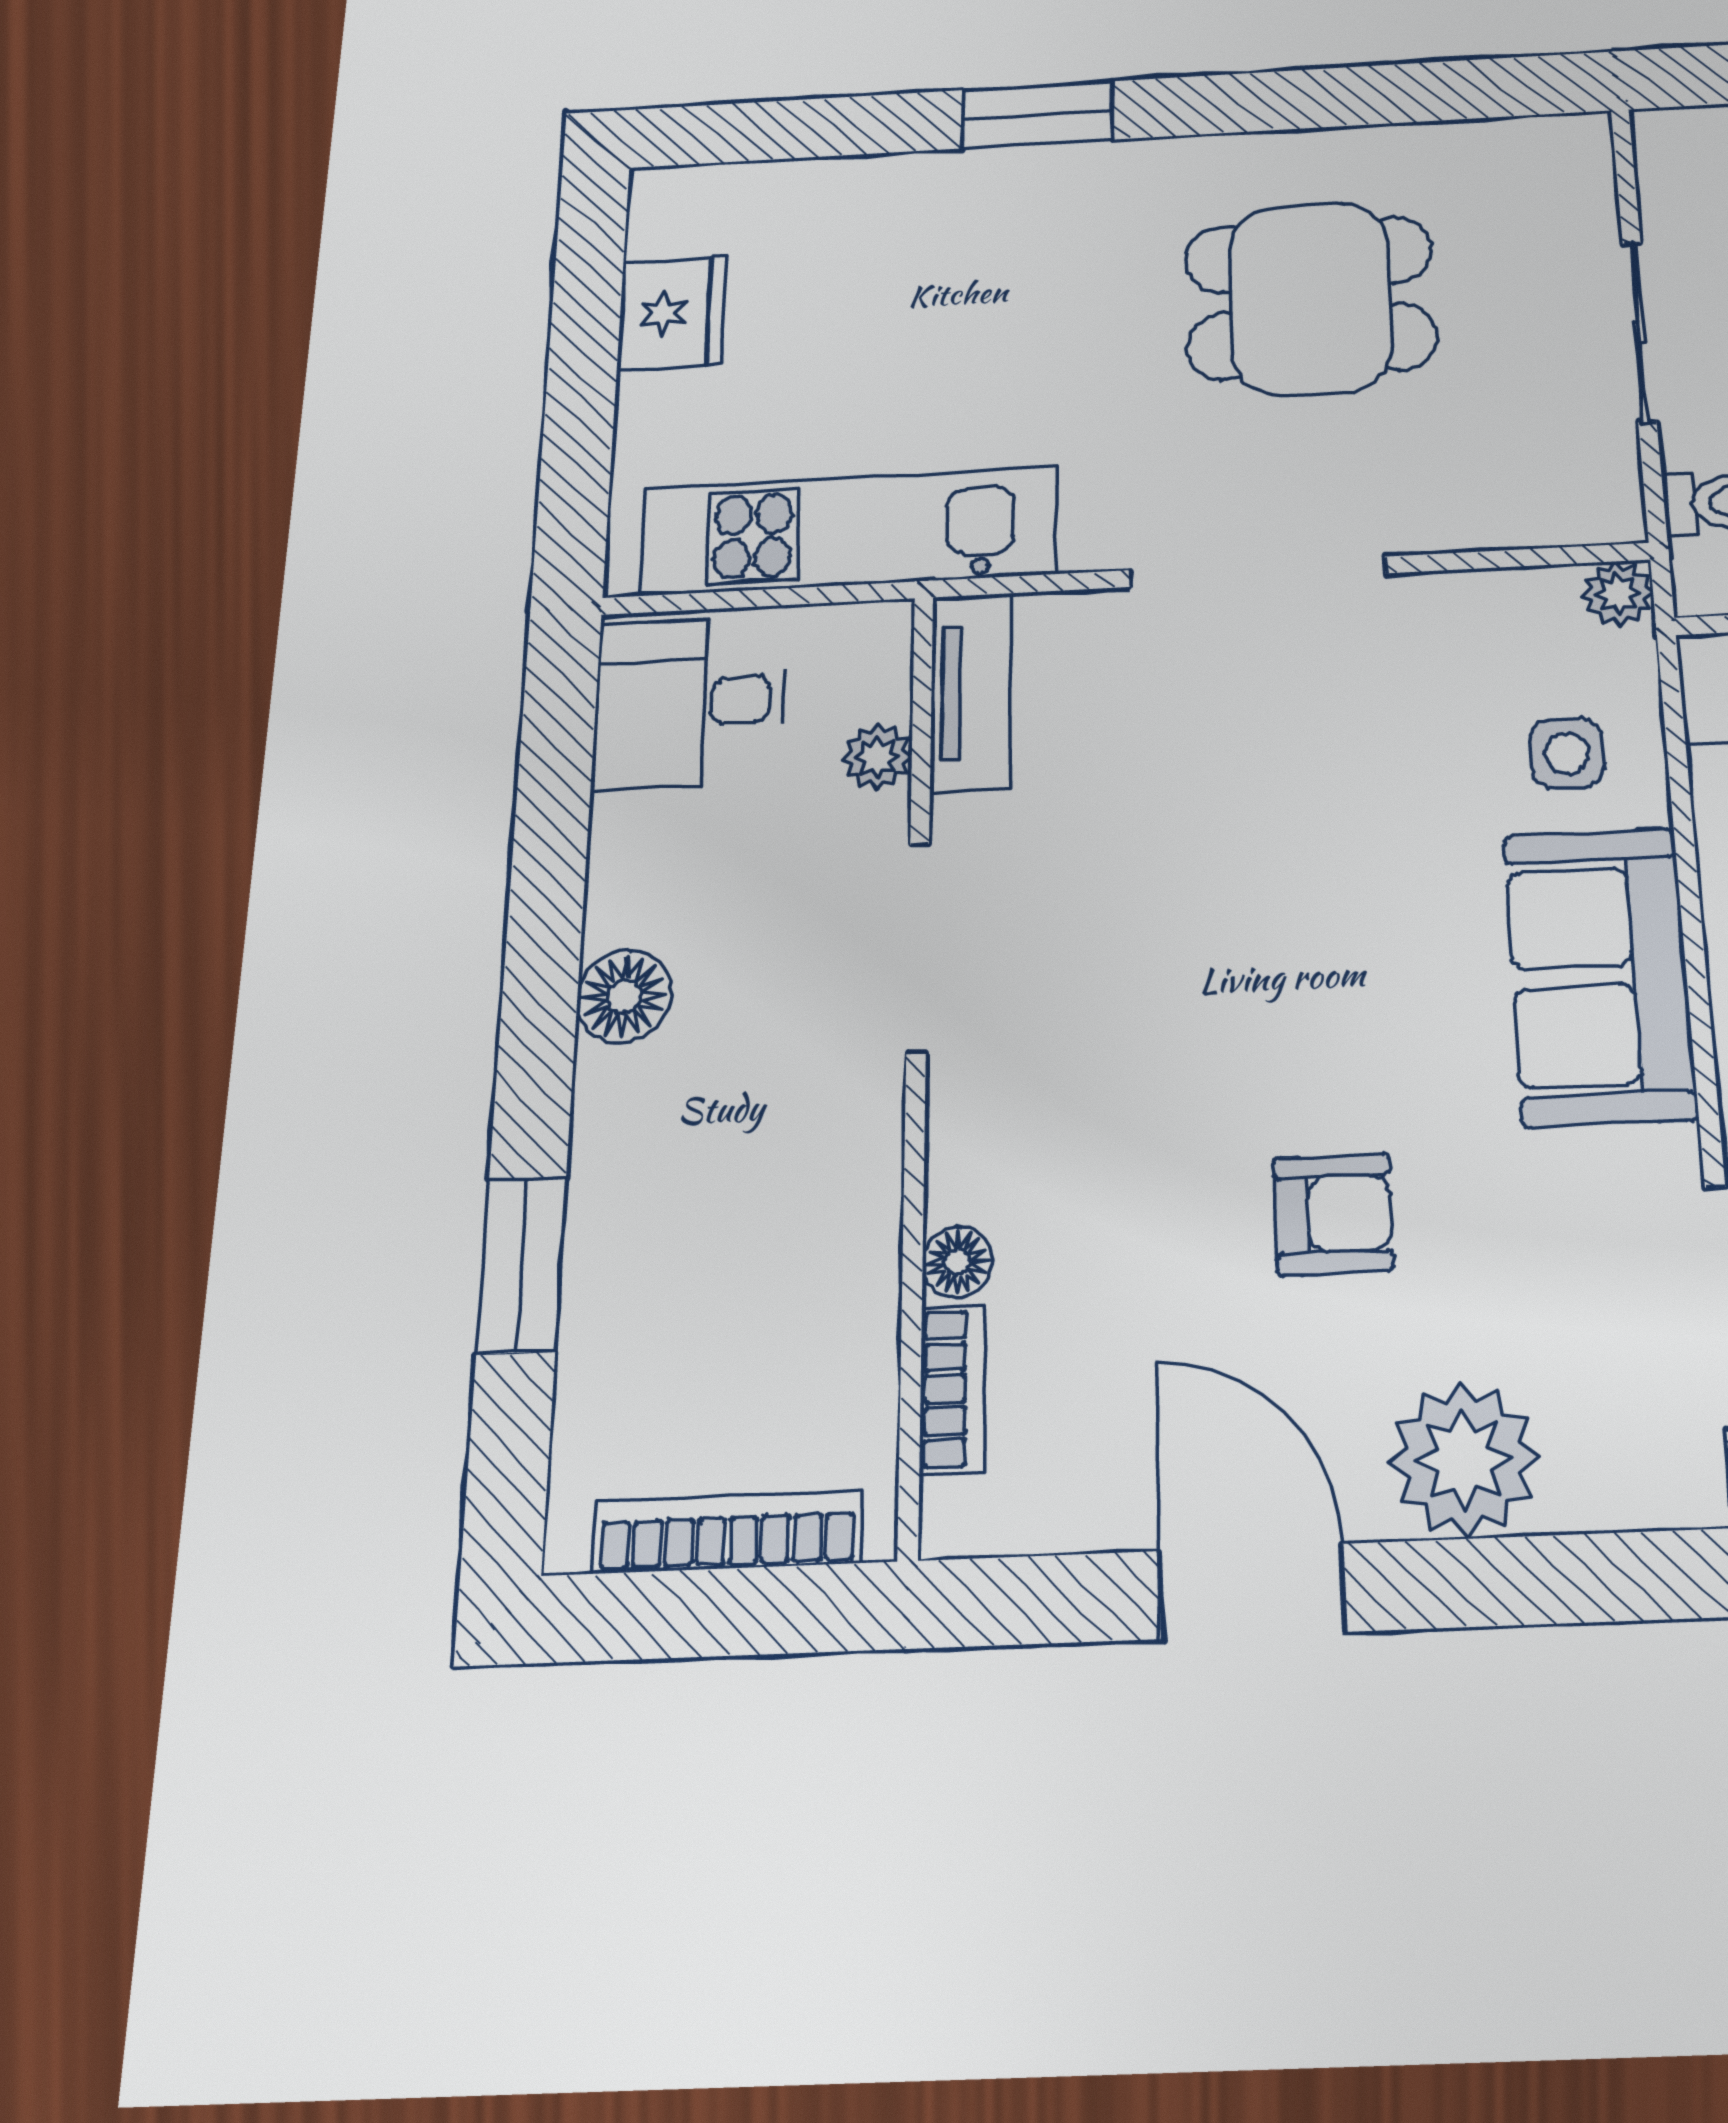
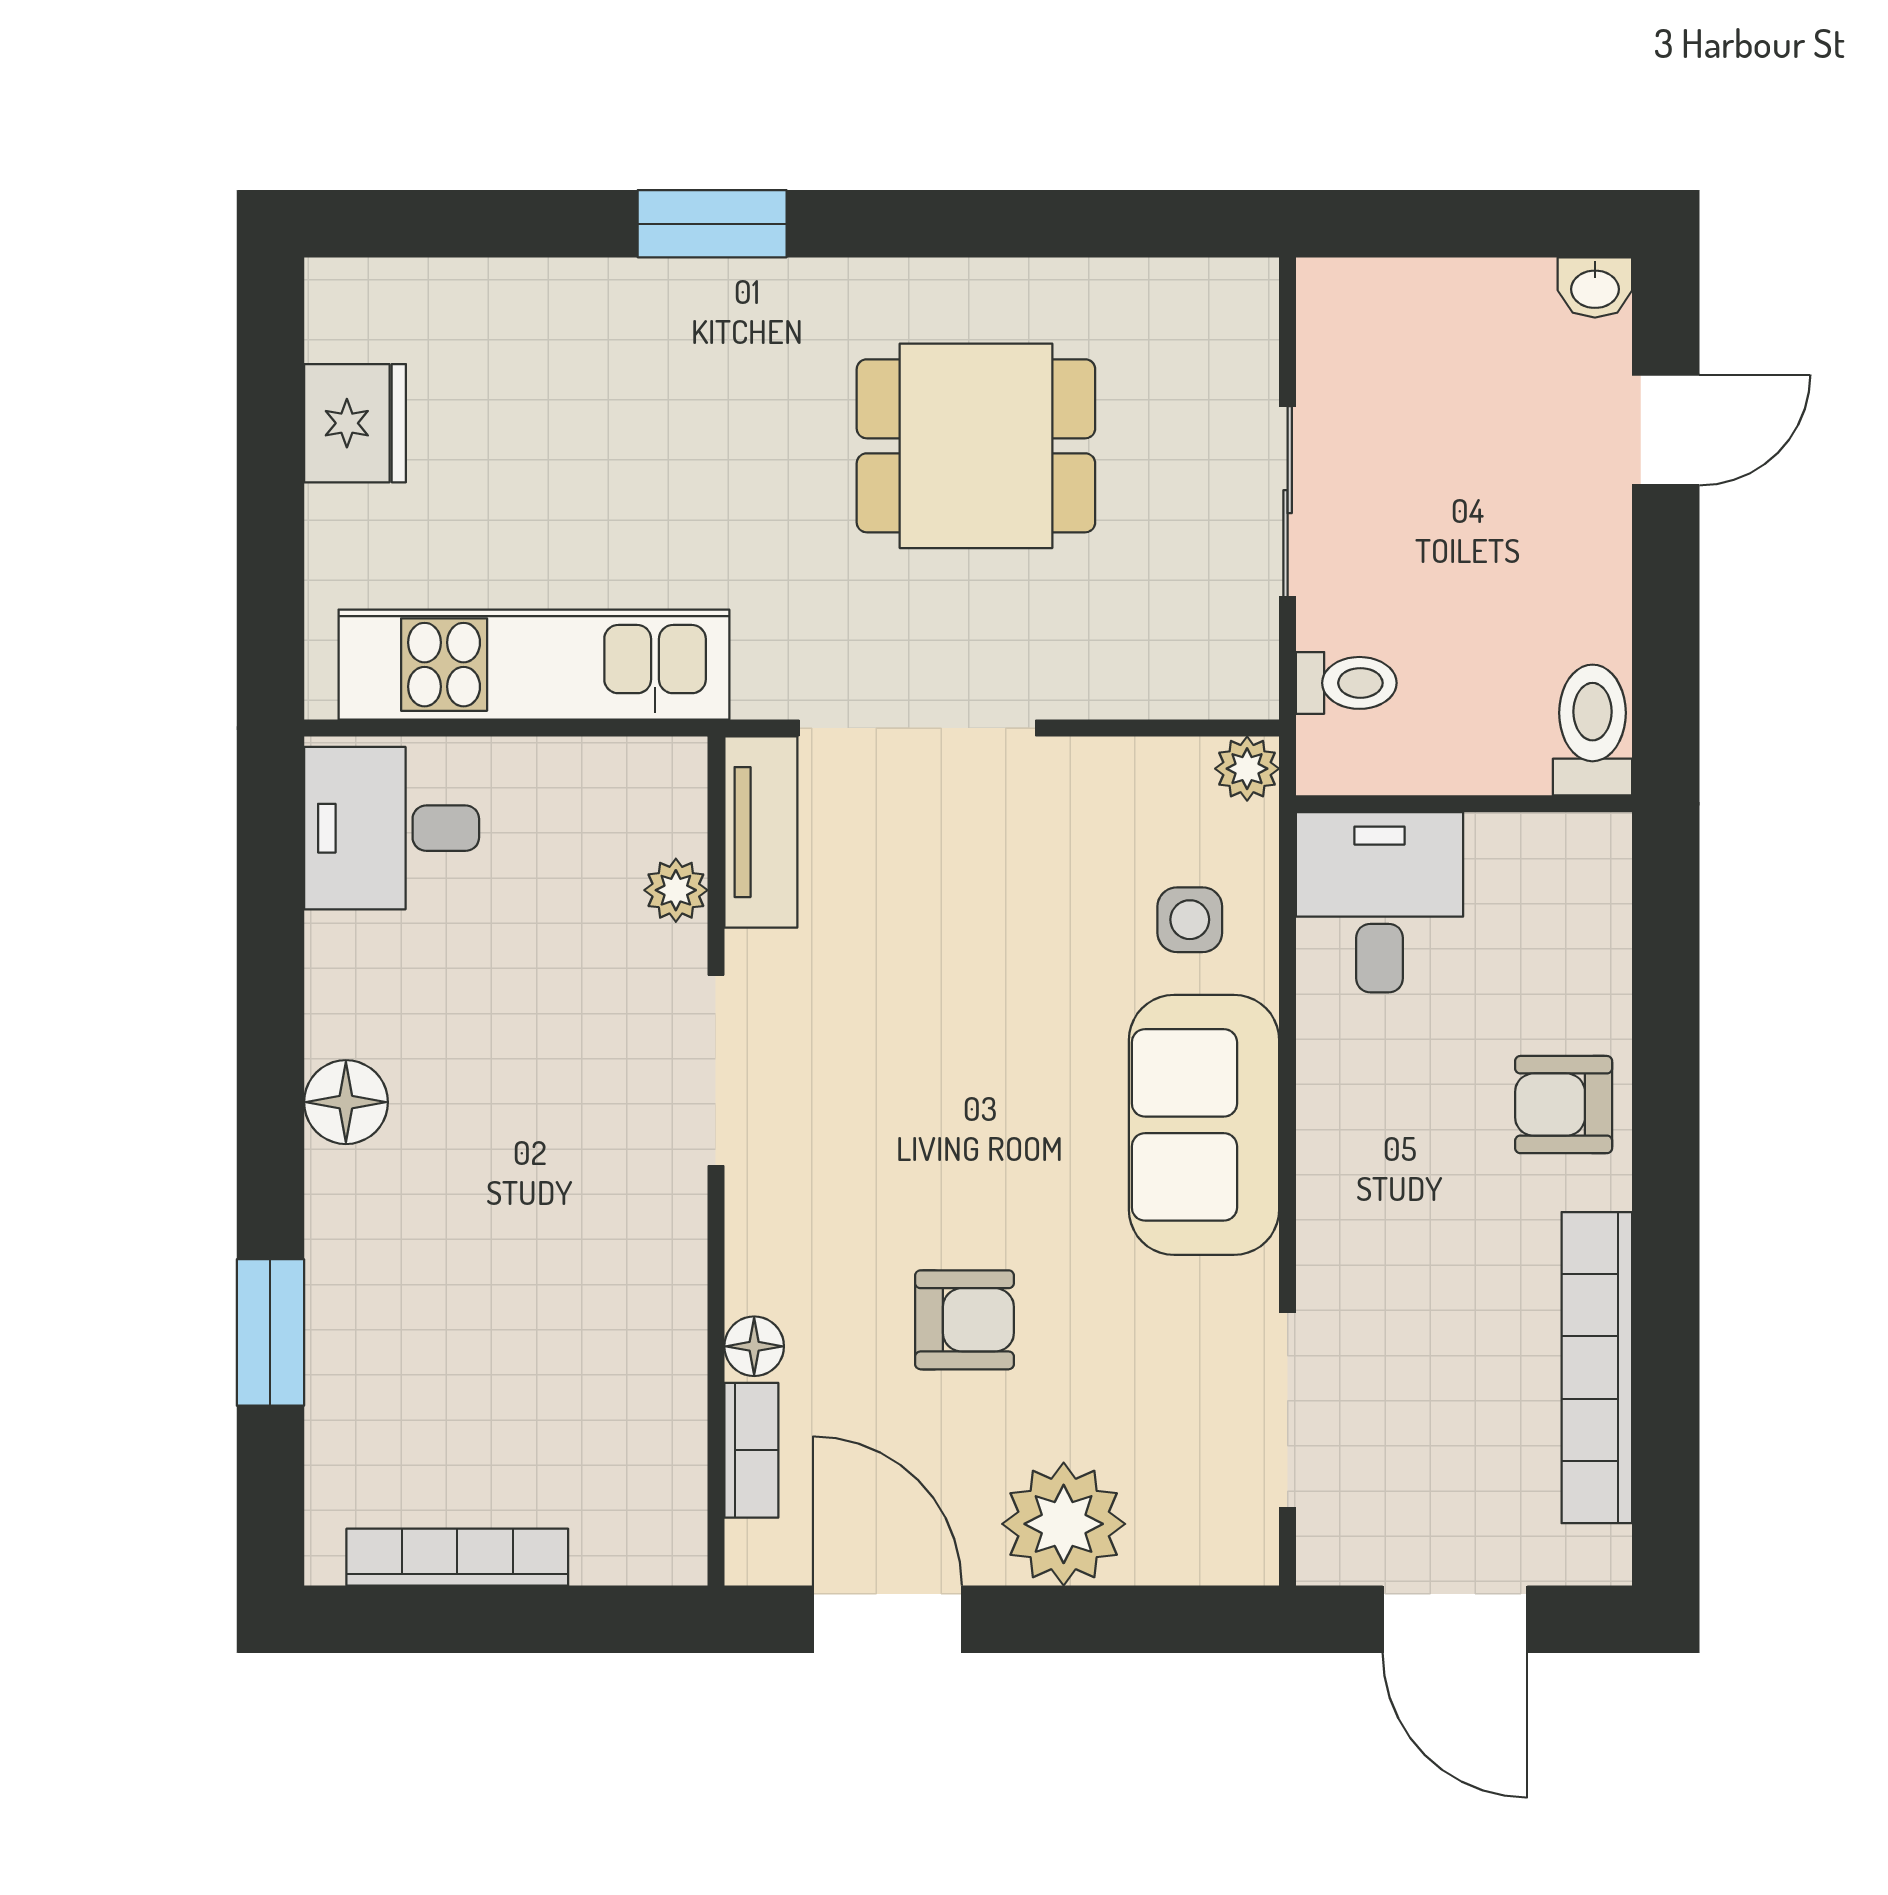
tv unit: (971, 692) -> (761, 832), moved
plant: (877, 757) -> (676, 890), moved
doorway: (918, 948) -> (716, 1070), moved
wall: (916, 1049) -> (716, 1161), moved
floor lamp: (957, 1262) -> (754, 1346), moved
bookcase: (953, 1389) -> (751, 1450), moved

